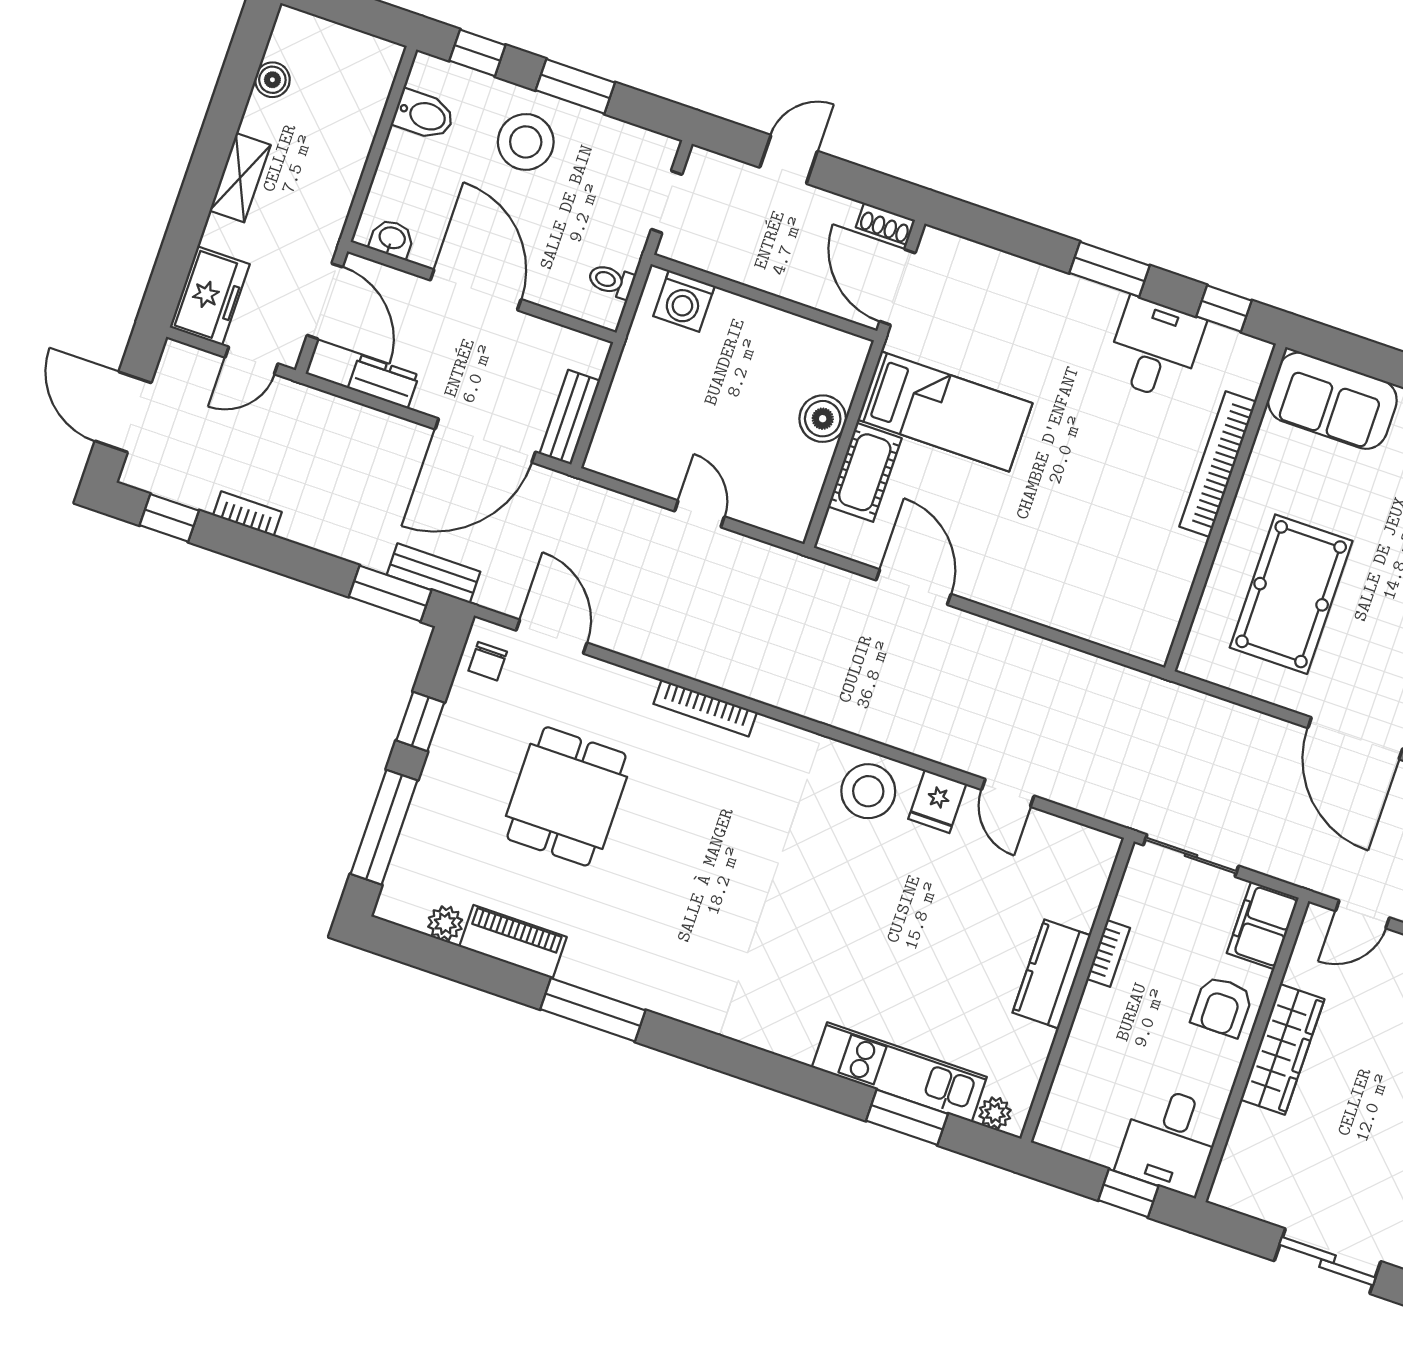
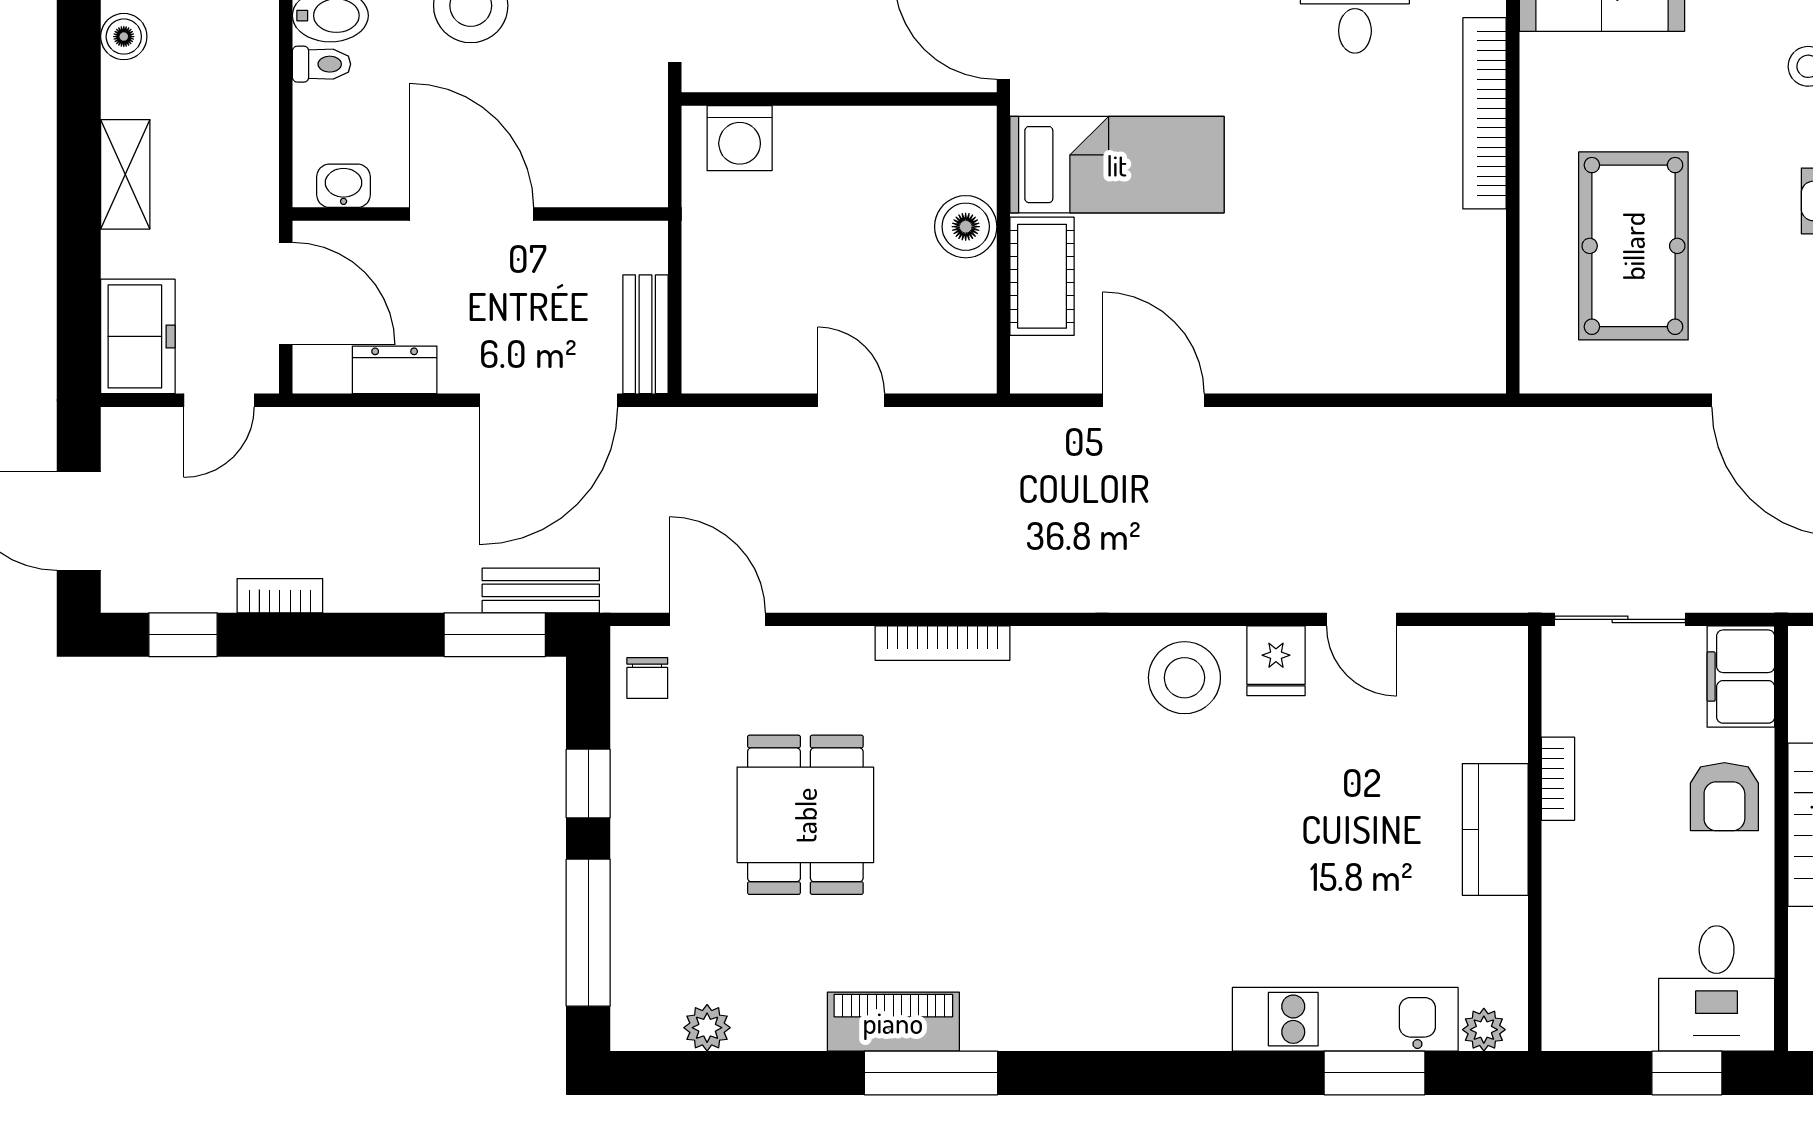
toilet: (611, 281) -> (322, 64), moved, turned 180
piano: (513, 942) -> (893, 1022), moved

